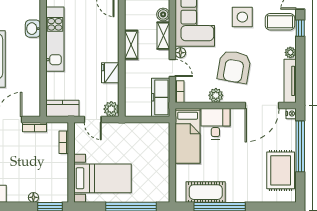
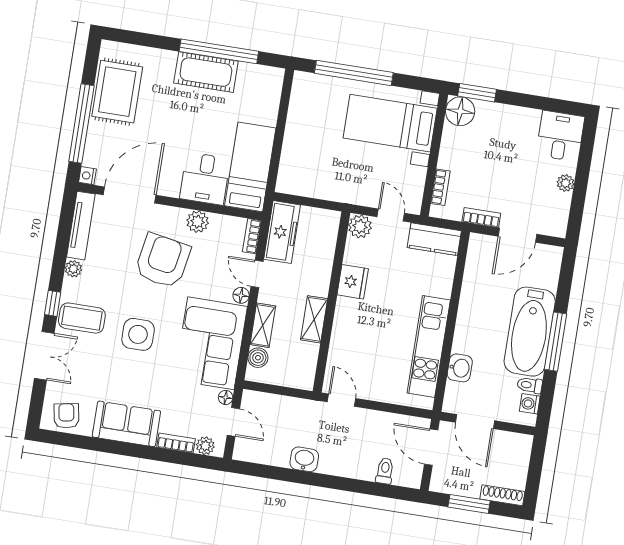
cot: (206, 192) -> (206, 72), moved
floor lamp: (33, 197) -> (460, 111), moved, width x1.89, depth x1.89

